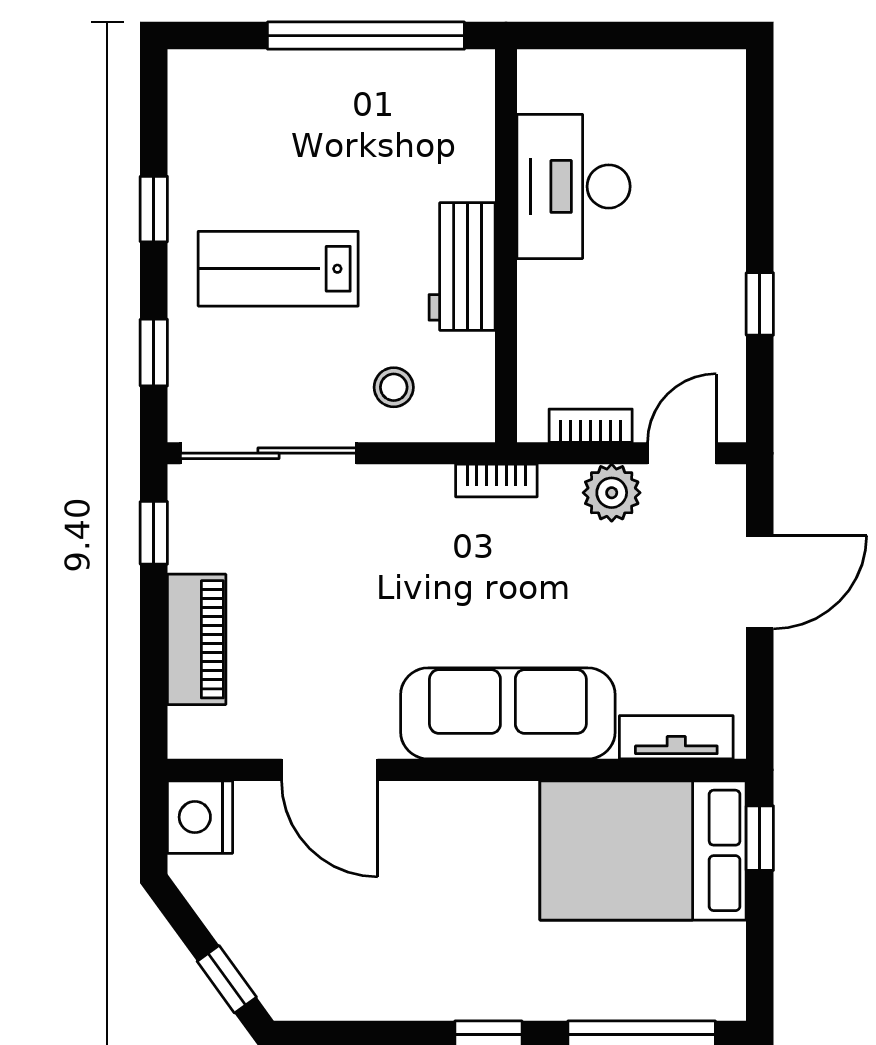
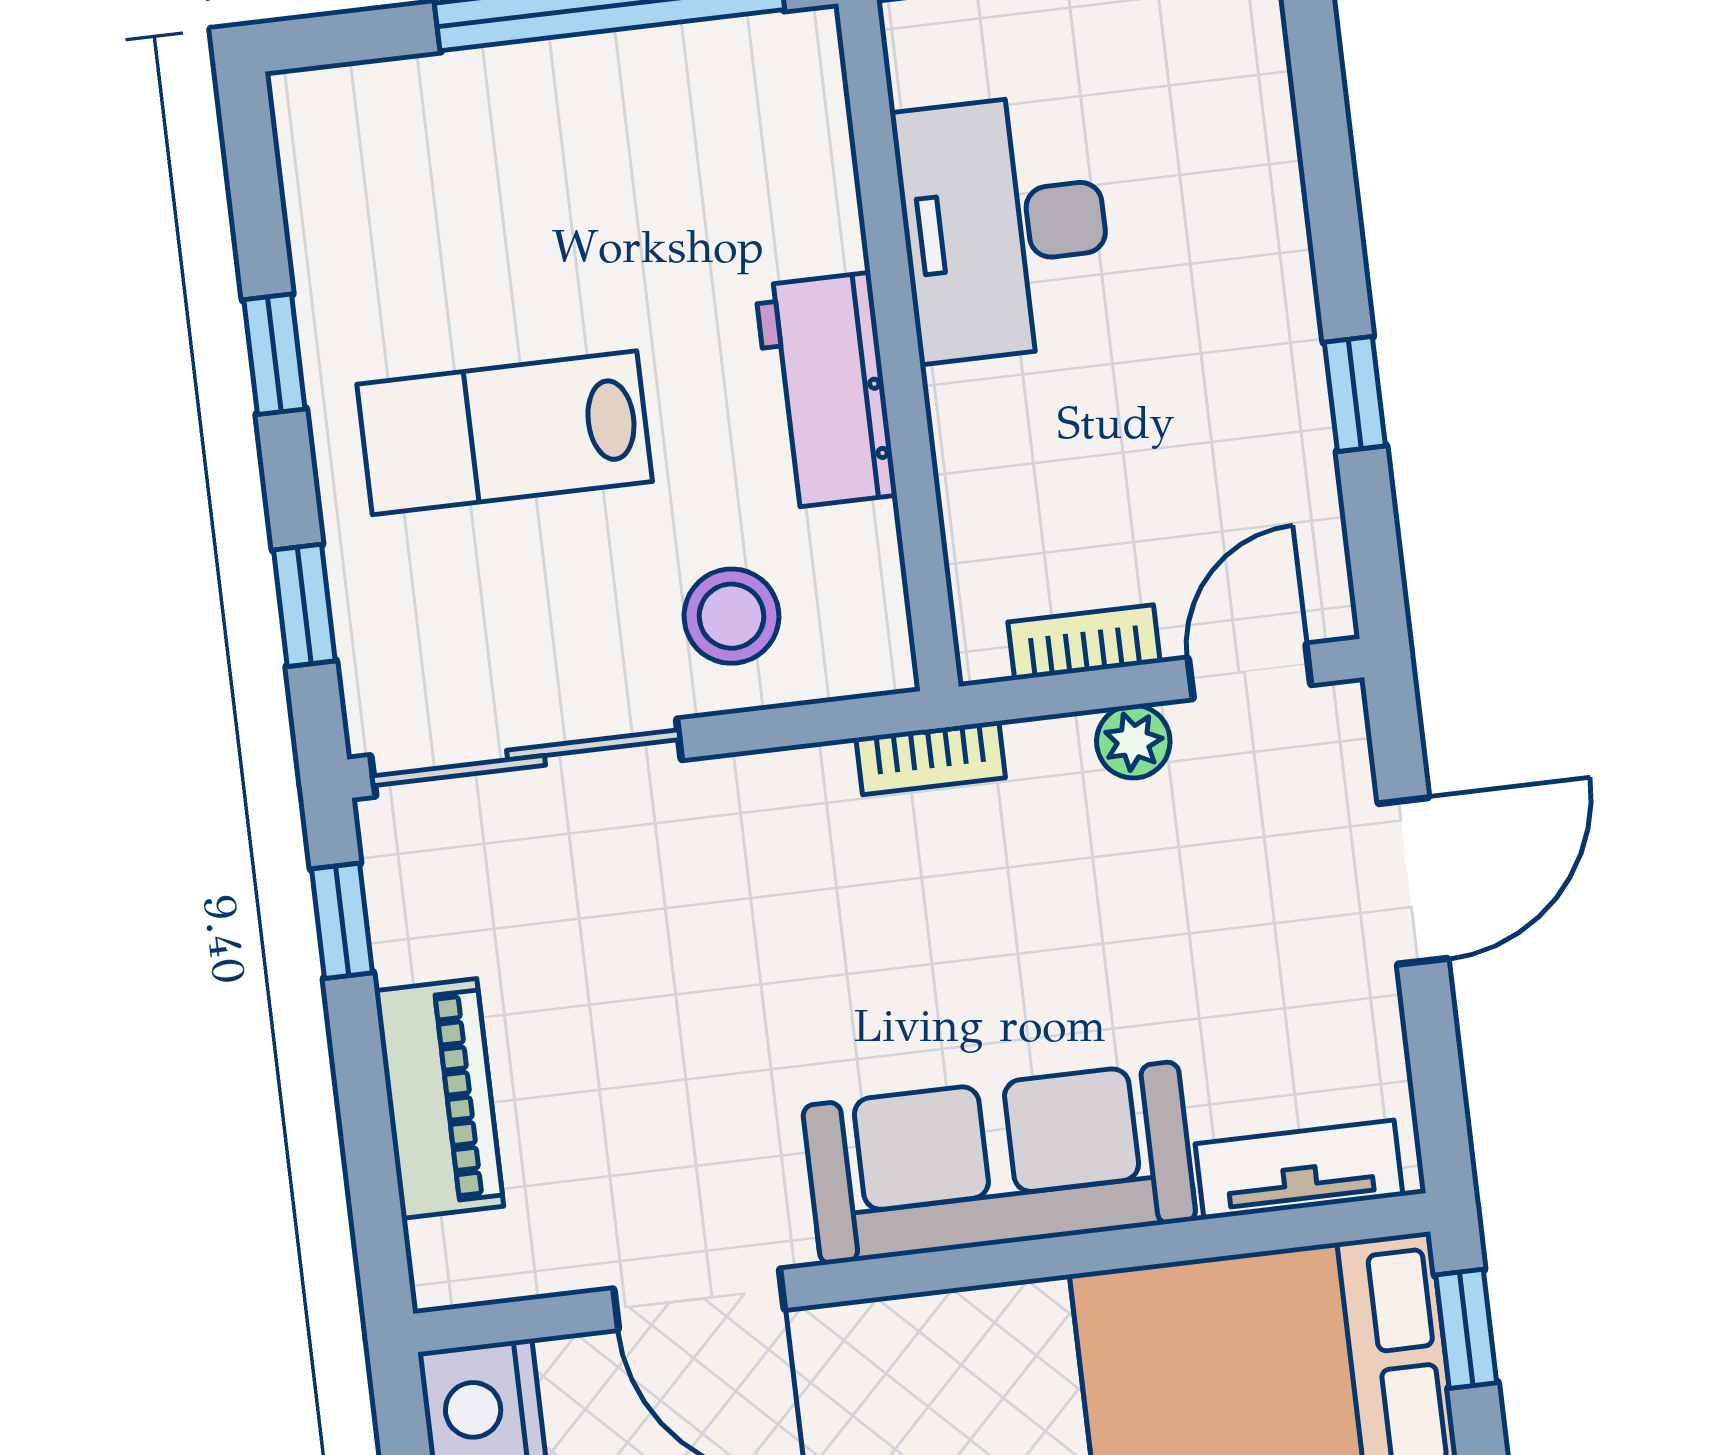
stool: (394, 387) -> (731, 616), width x1.37, depth x1.37
plant: (612, 493) -> (1133, 742), width x0.73, depth x0.73

